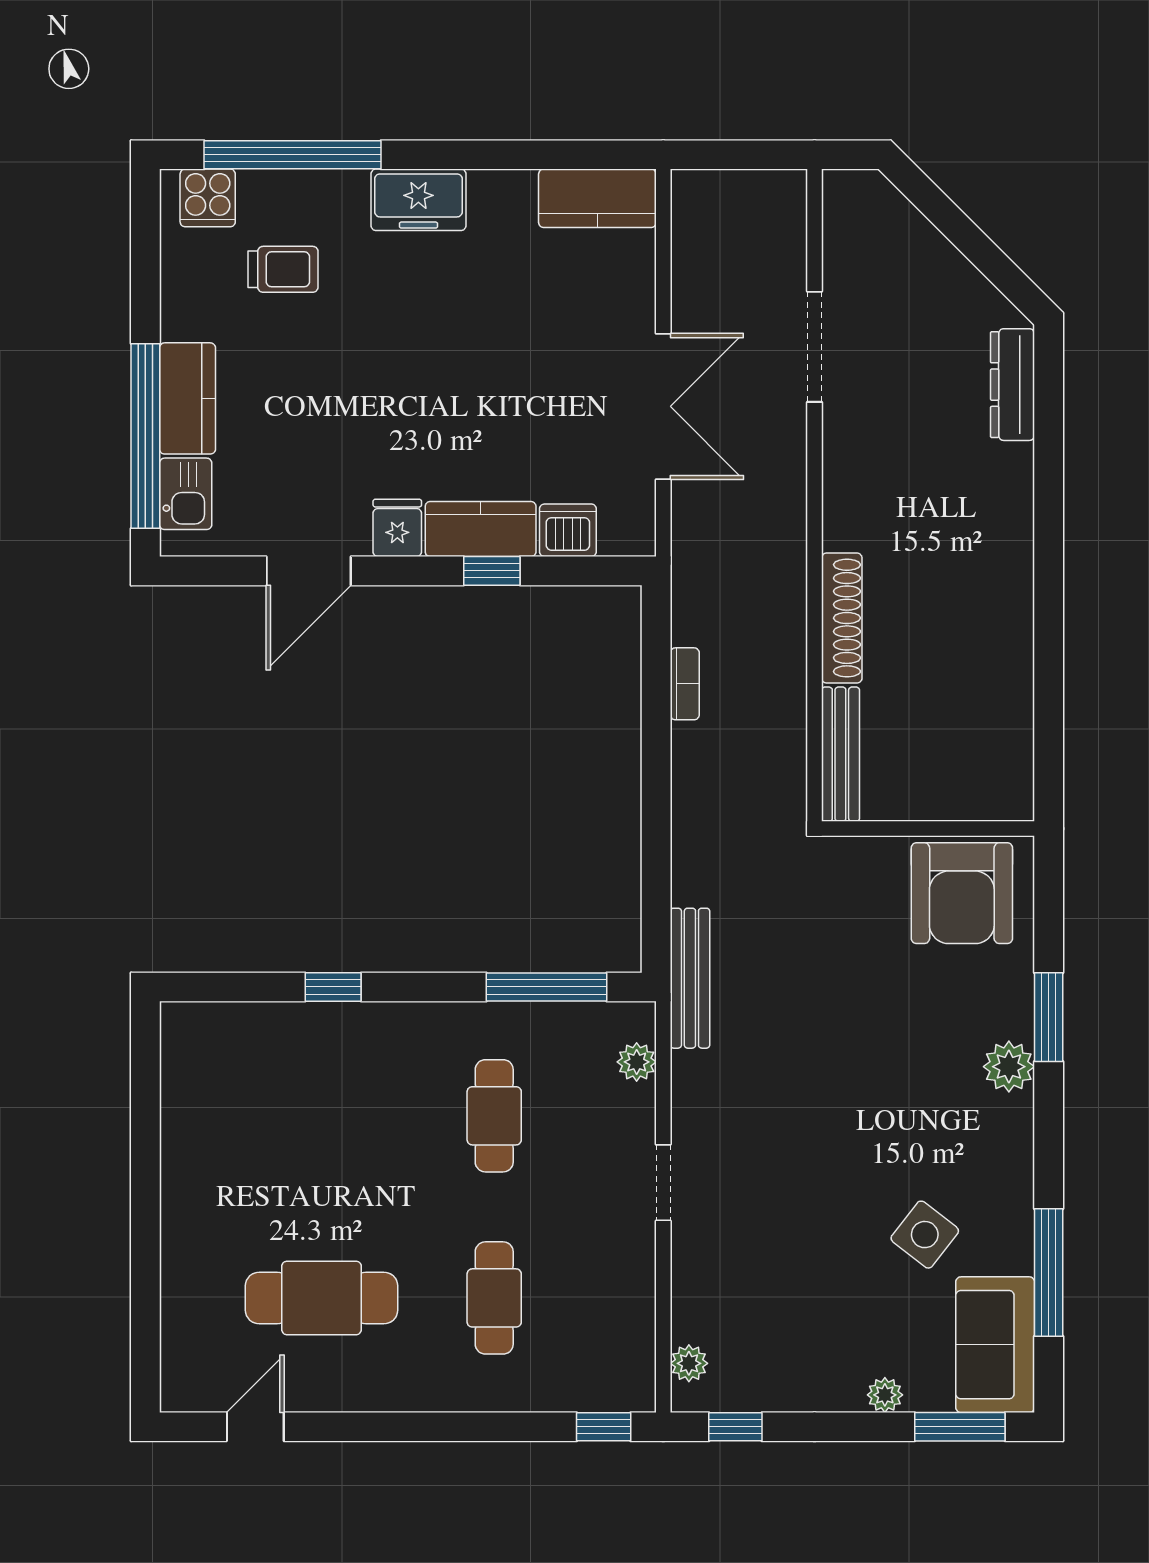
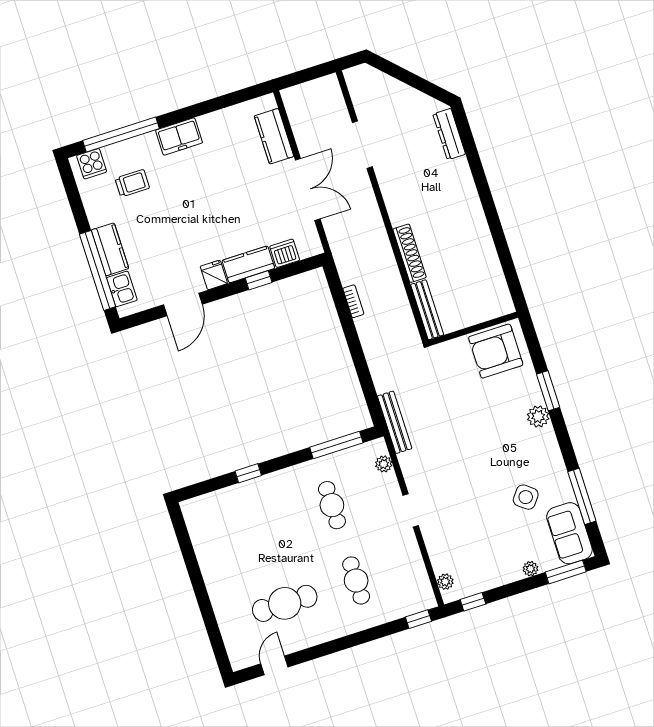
kitchen counter: (597, 198) -> (274, 136), moved, turned 90
armchair: (962, 893) -> (496, 351), turned 90

